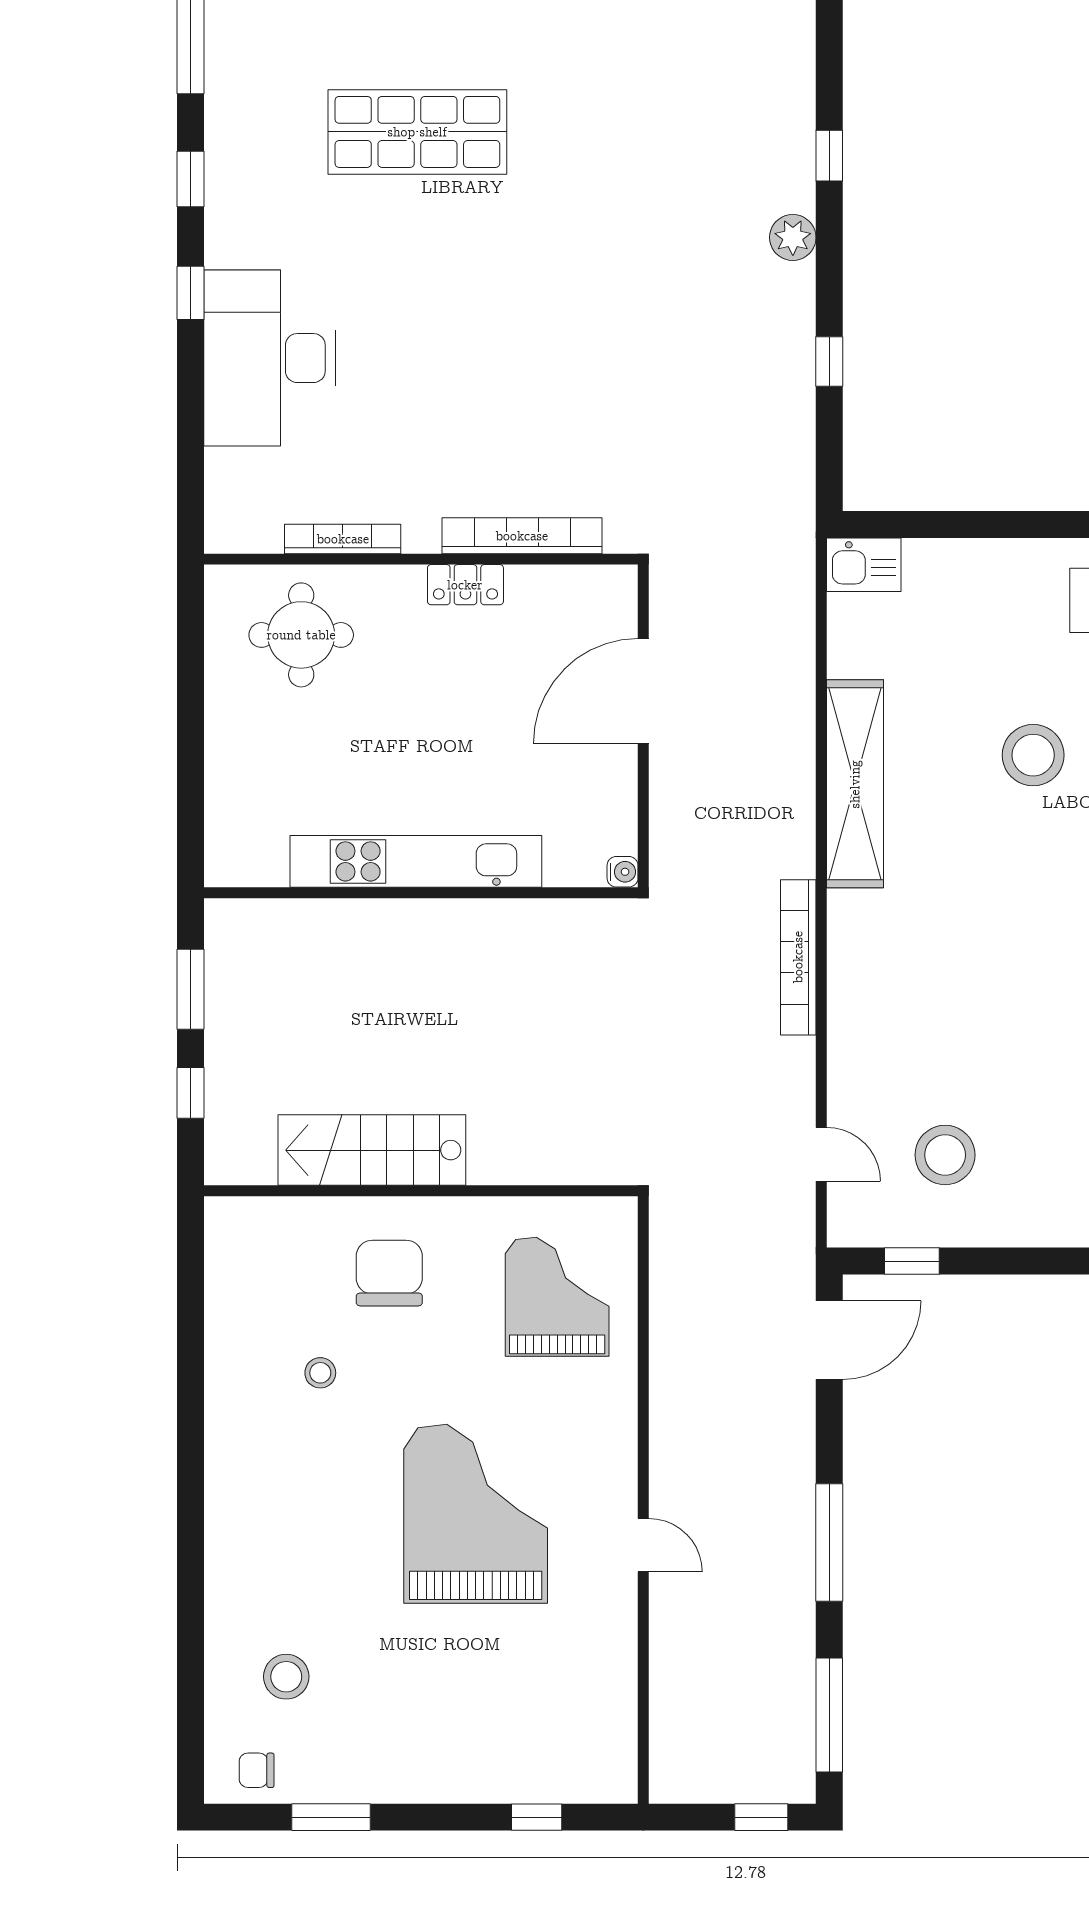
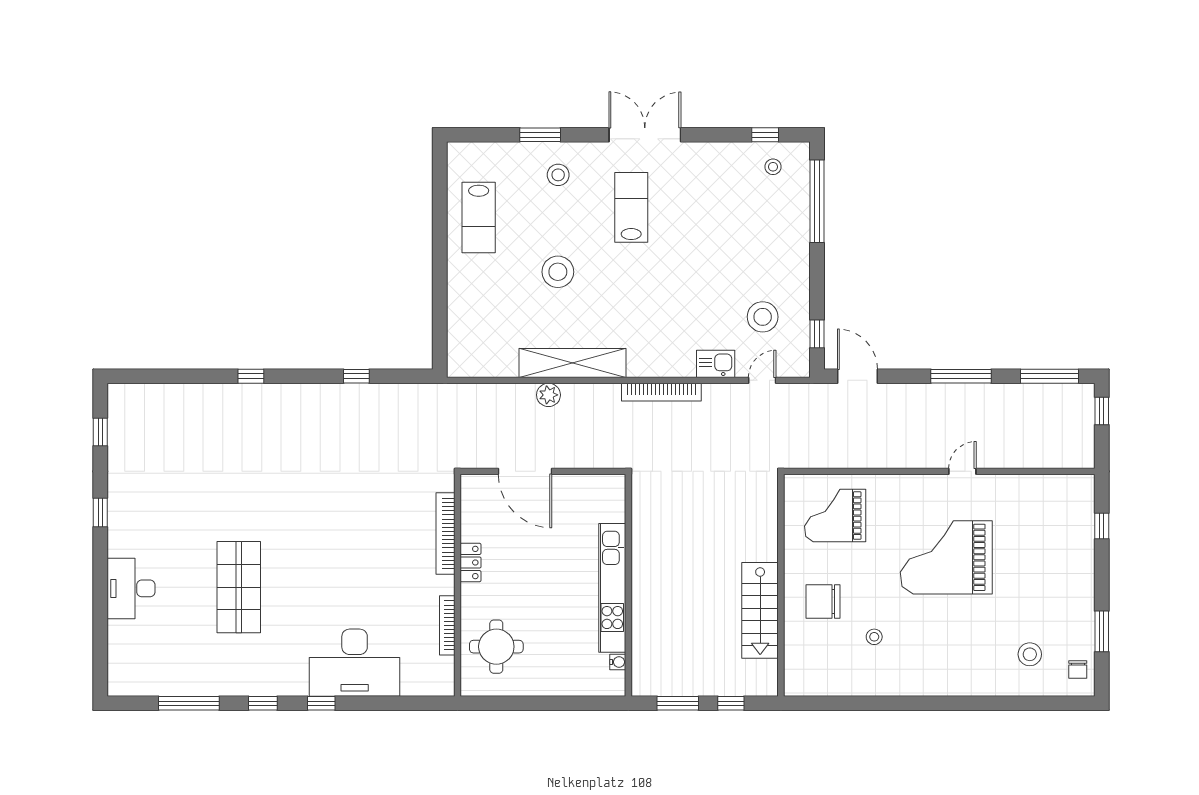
plant: (793, 237) -> (548, 395), moved
kitchen sink: (864, 565) -> (716, 364), moved, turned -90
water cooler: (623, 872) -> (618, 662), moved, turned 90

